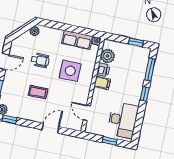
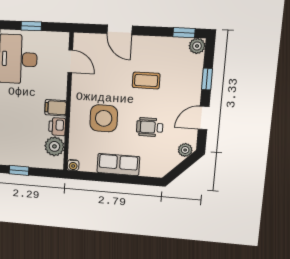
plant: (35, 31) -> (185, 150), moved
row of seats: (77, 40) -> (118, 165), moved
door: (51, 128) -> (120, 30), hinge flipped

